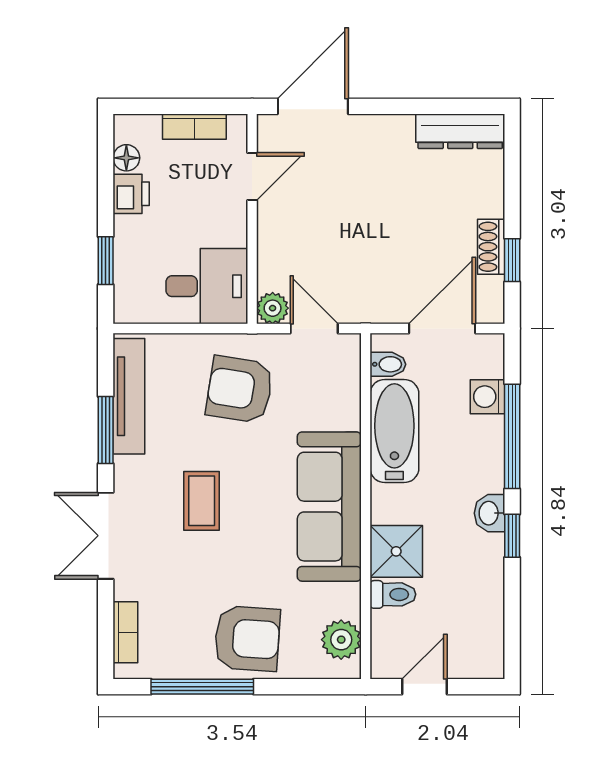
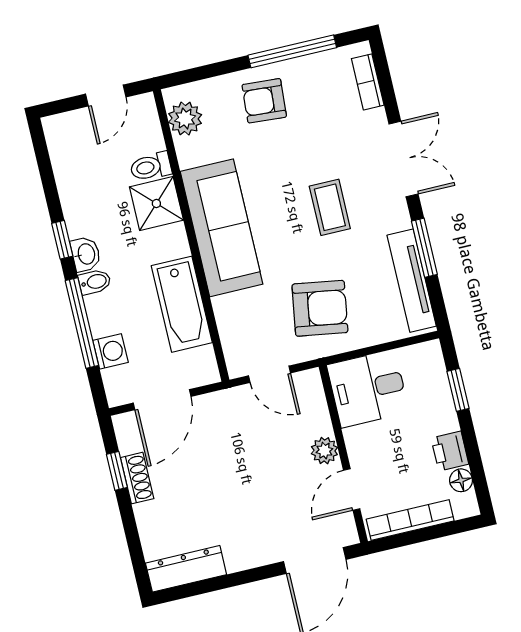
bookcase: (194, 127) -> (410, 520), width x1.56
plant: (273, 308) -> (324, 451), moved
bidet: (388, 364) -> (95, 282), moved, turned 180
armchair: (247, 639) -> (264, 101), width x0.72, depth x0.72

